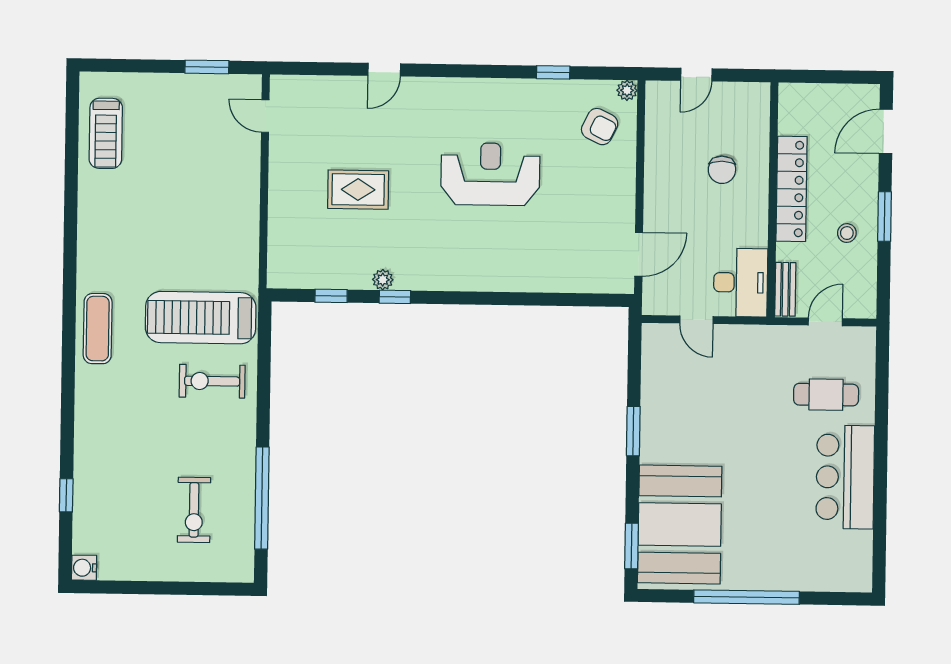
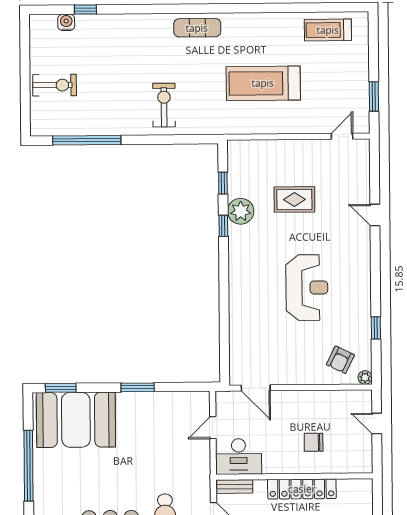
rug: (358, 190) -> (294, 199), turned 90
plant: (383, 280) -> (241, 211), width x1.87, depth x1.87
treadmill: (201, 318) -> (263, 83), moved, turned -90
exercise bike: (194, 510) -> (55, 85), moved, turned 180
water cooler: (84, 568) -> (66, 22), moved

